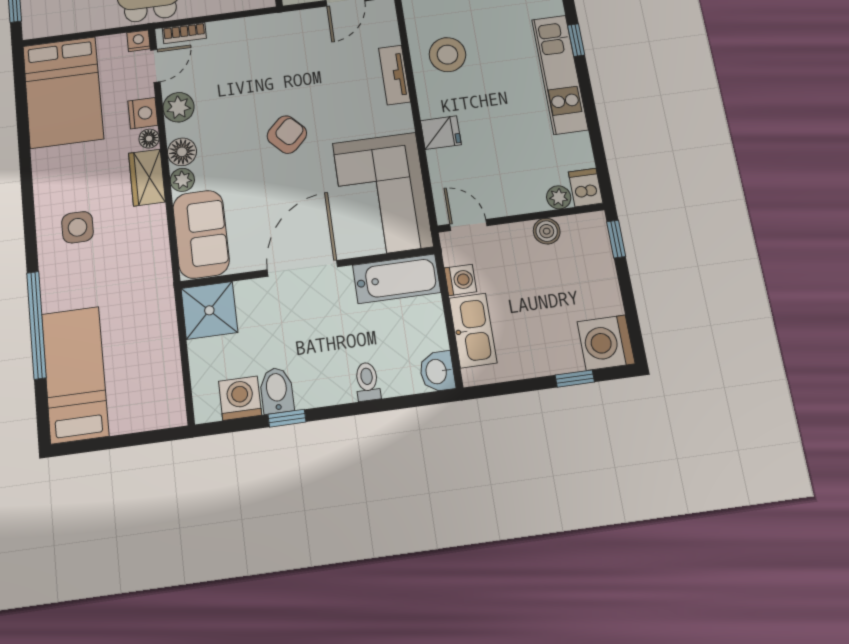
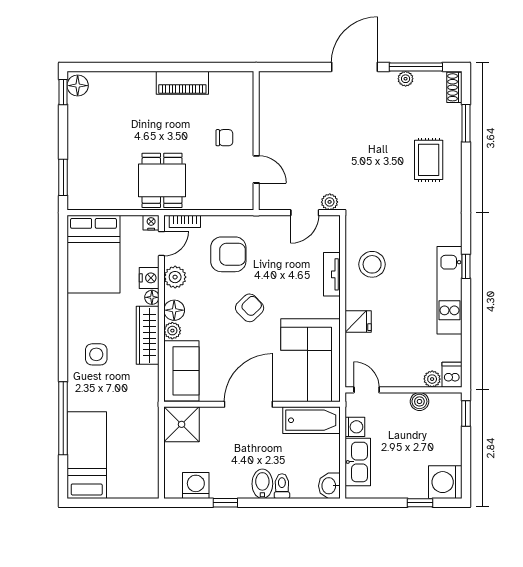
armchair: (249, 68) -> (228, 254), added
wardrobe: (147, 178) -> (148, 335), width x1.50
bidet: (277, 390) -> (262, 484), moved

